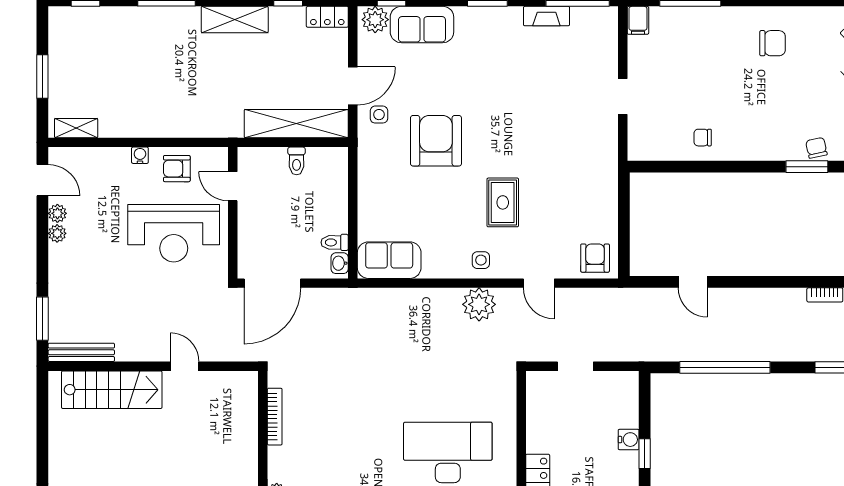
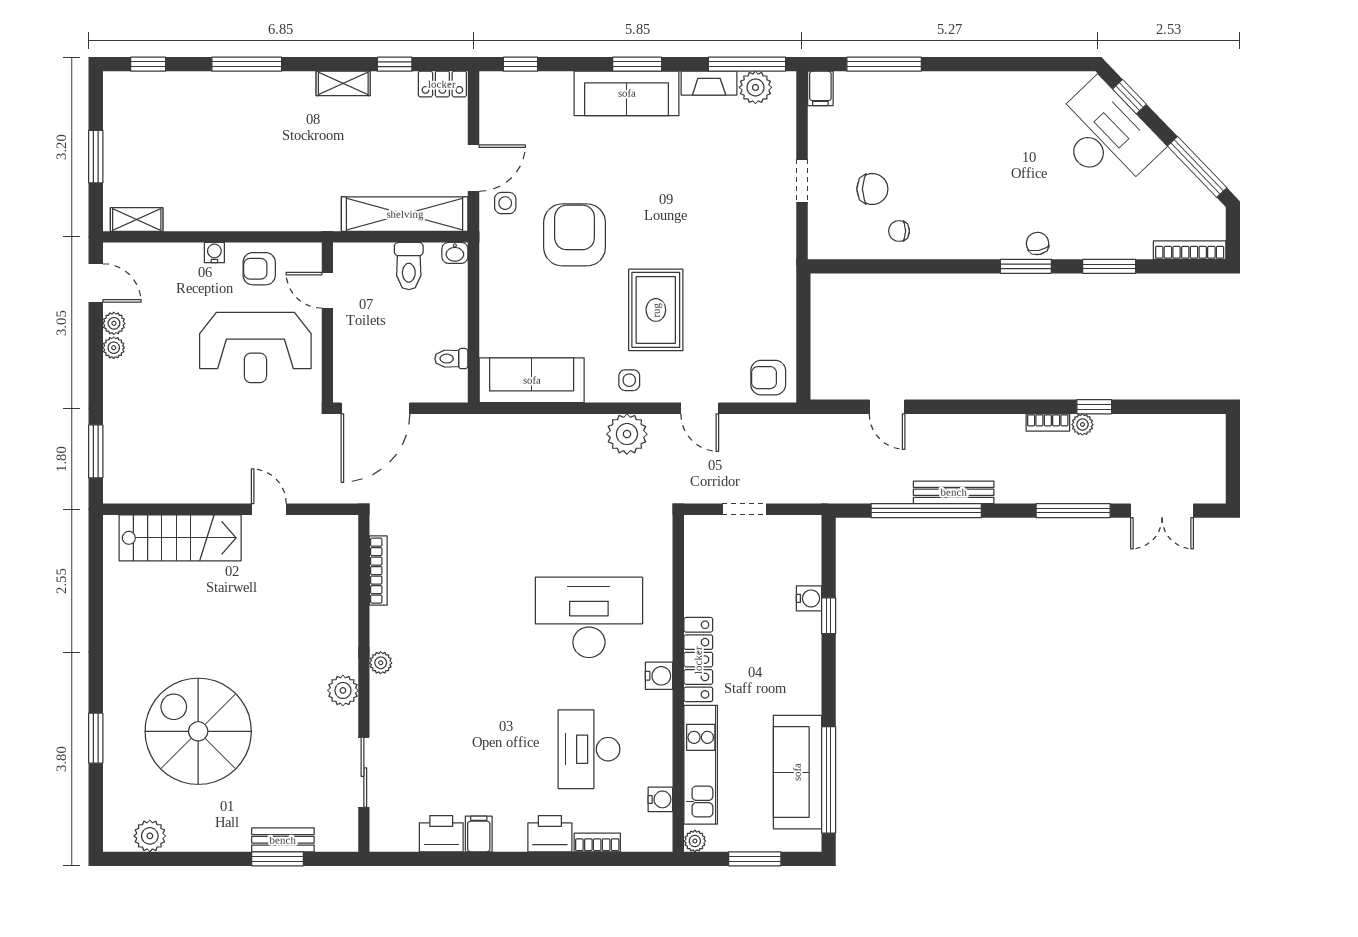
shelving: (235, 20) -> (343, 83), width x0.67, depth x0.75
plant: (375, 20) -> (755, 87), moved
sofa: (422, 25) -> (627, 93), moved, width x1.36
chair: (773, 43) -> (872, 189), moved
toilet: (297, 161) -> (409, 266), width x1.37, depth x1.39
rug: (503, 202) -> (656, 310), width x1.36, depth x1.43
armchair: (595, 258) -> (768, 378), turned -90
sofa: (389, 260) -> (532, 380), width x1.36
washbasin: (340, 263) -> (455, 253), moved, turned -90
bench: (81, 352) -> (954, 492), moved

